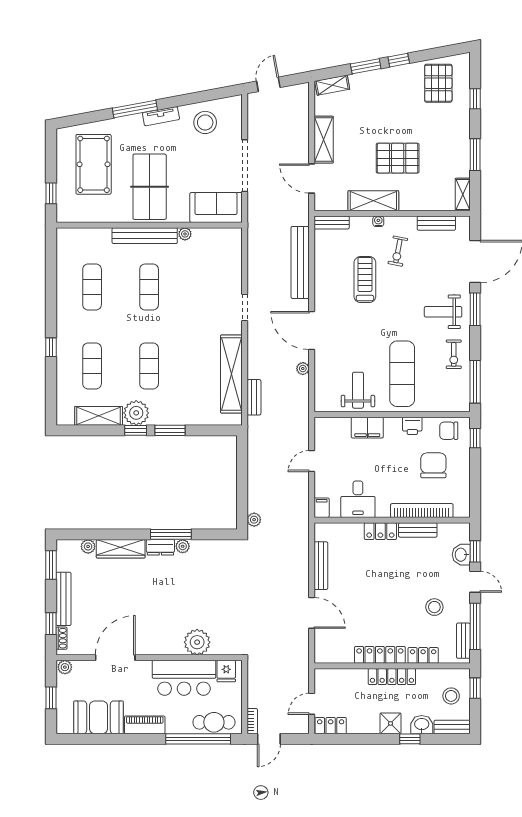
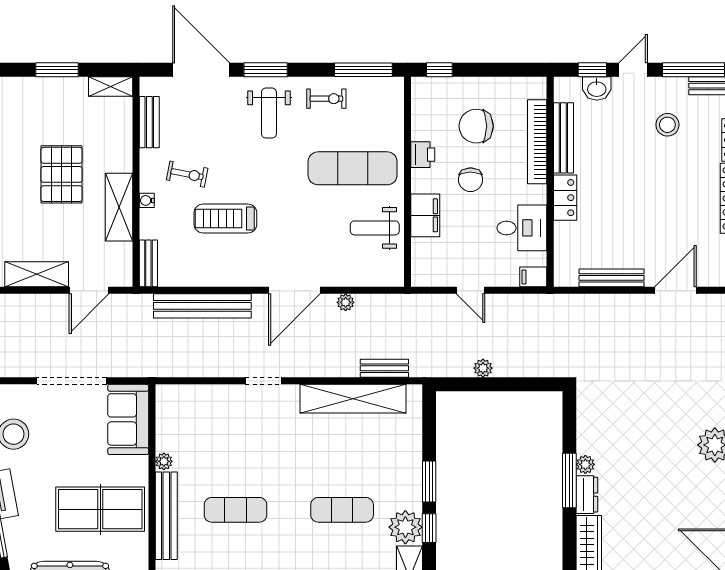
chair: (449, 431) -> (471, 180), moved
plant: (254, 520) -> (483, 368), moved
bench: (418, 530) -> (563, 138), width x1.36

